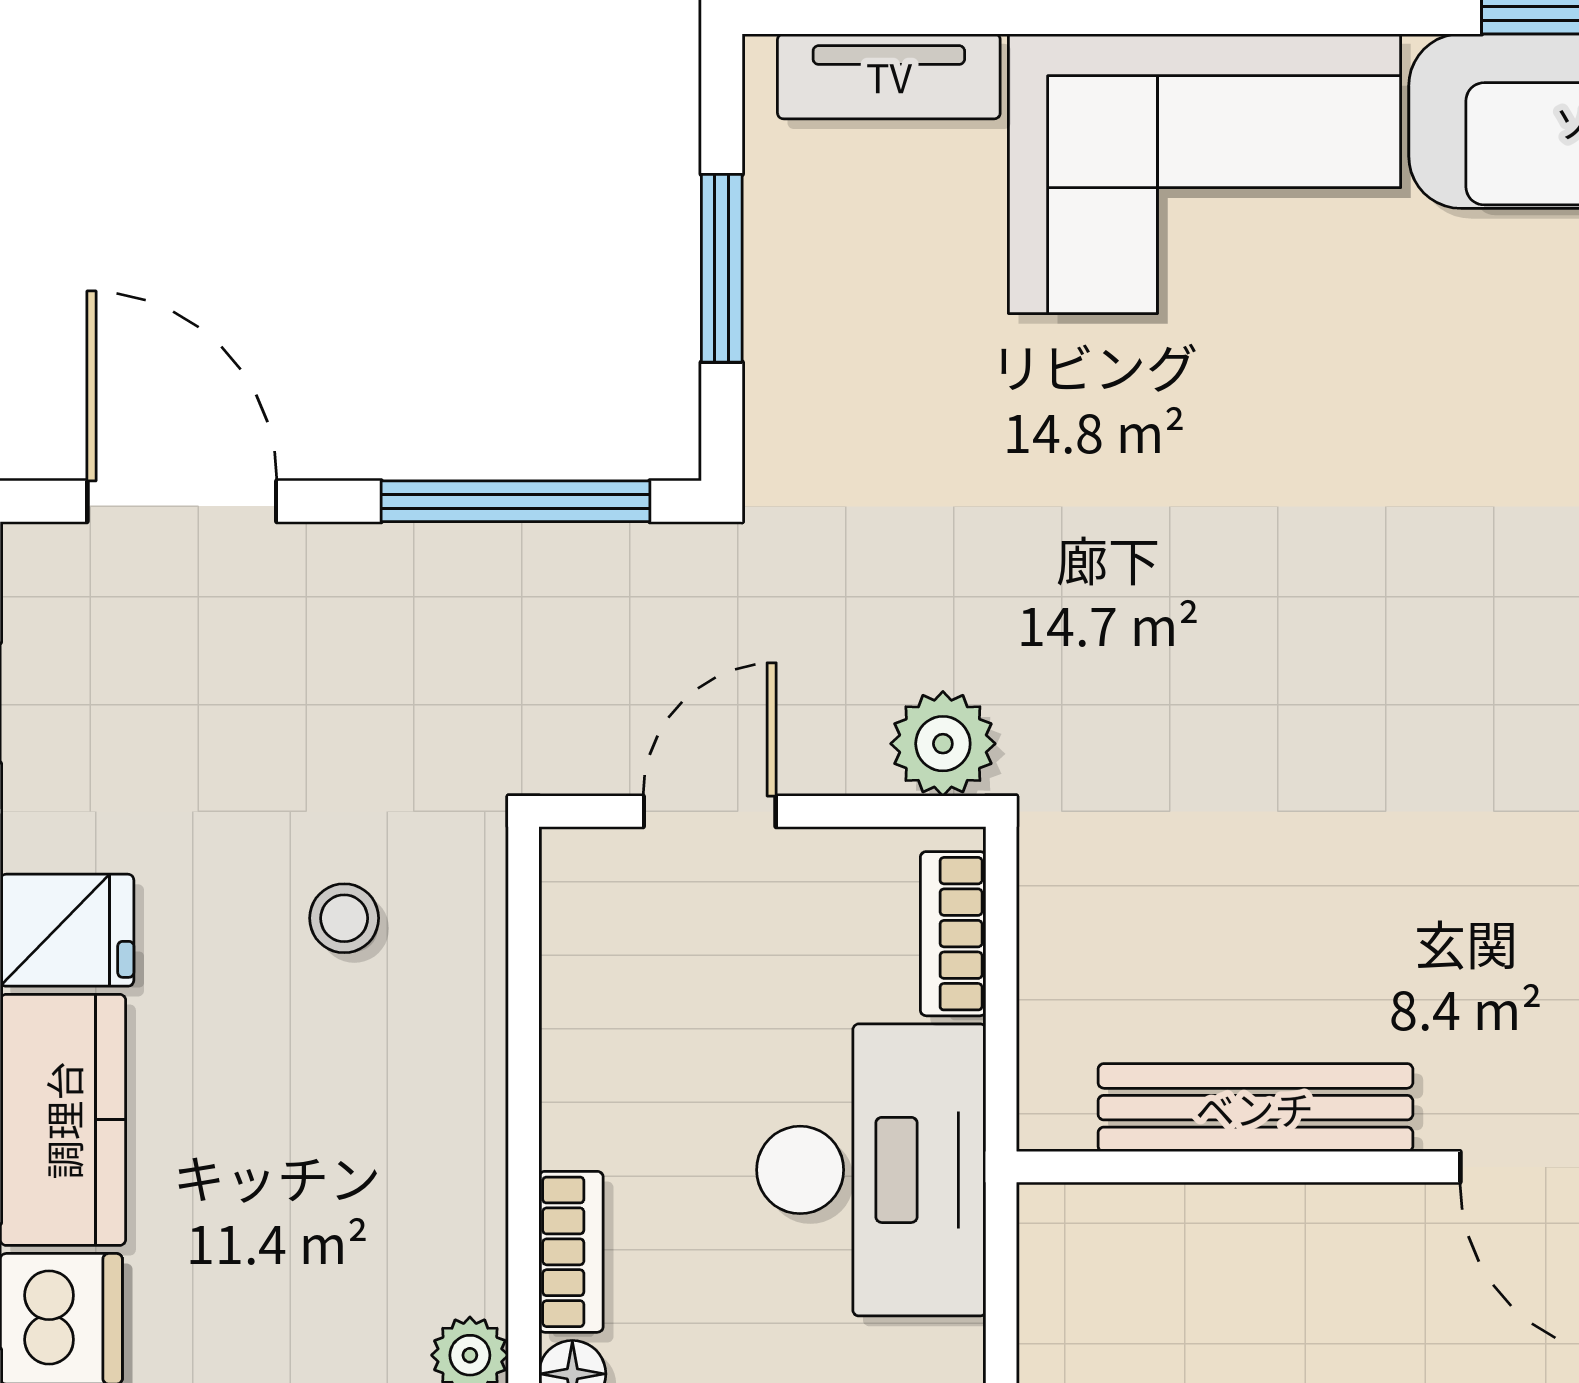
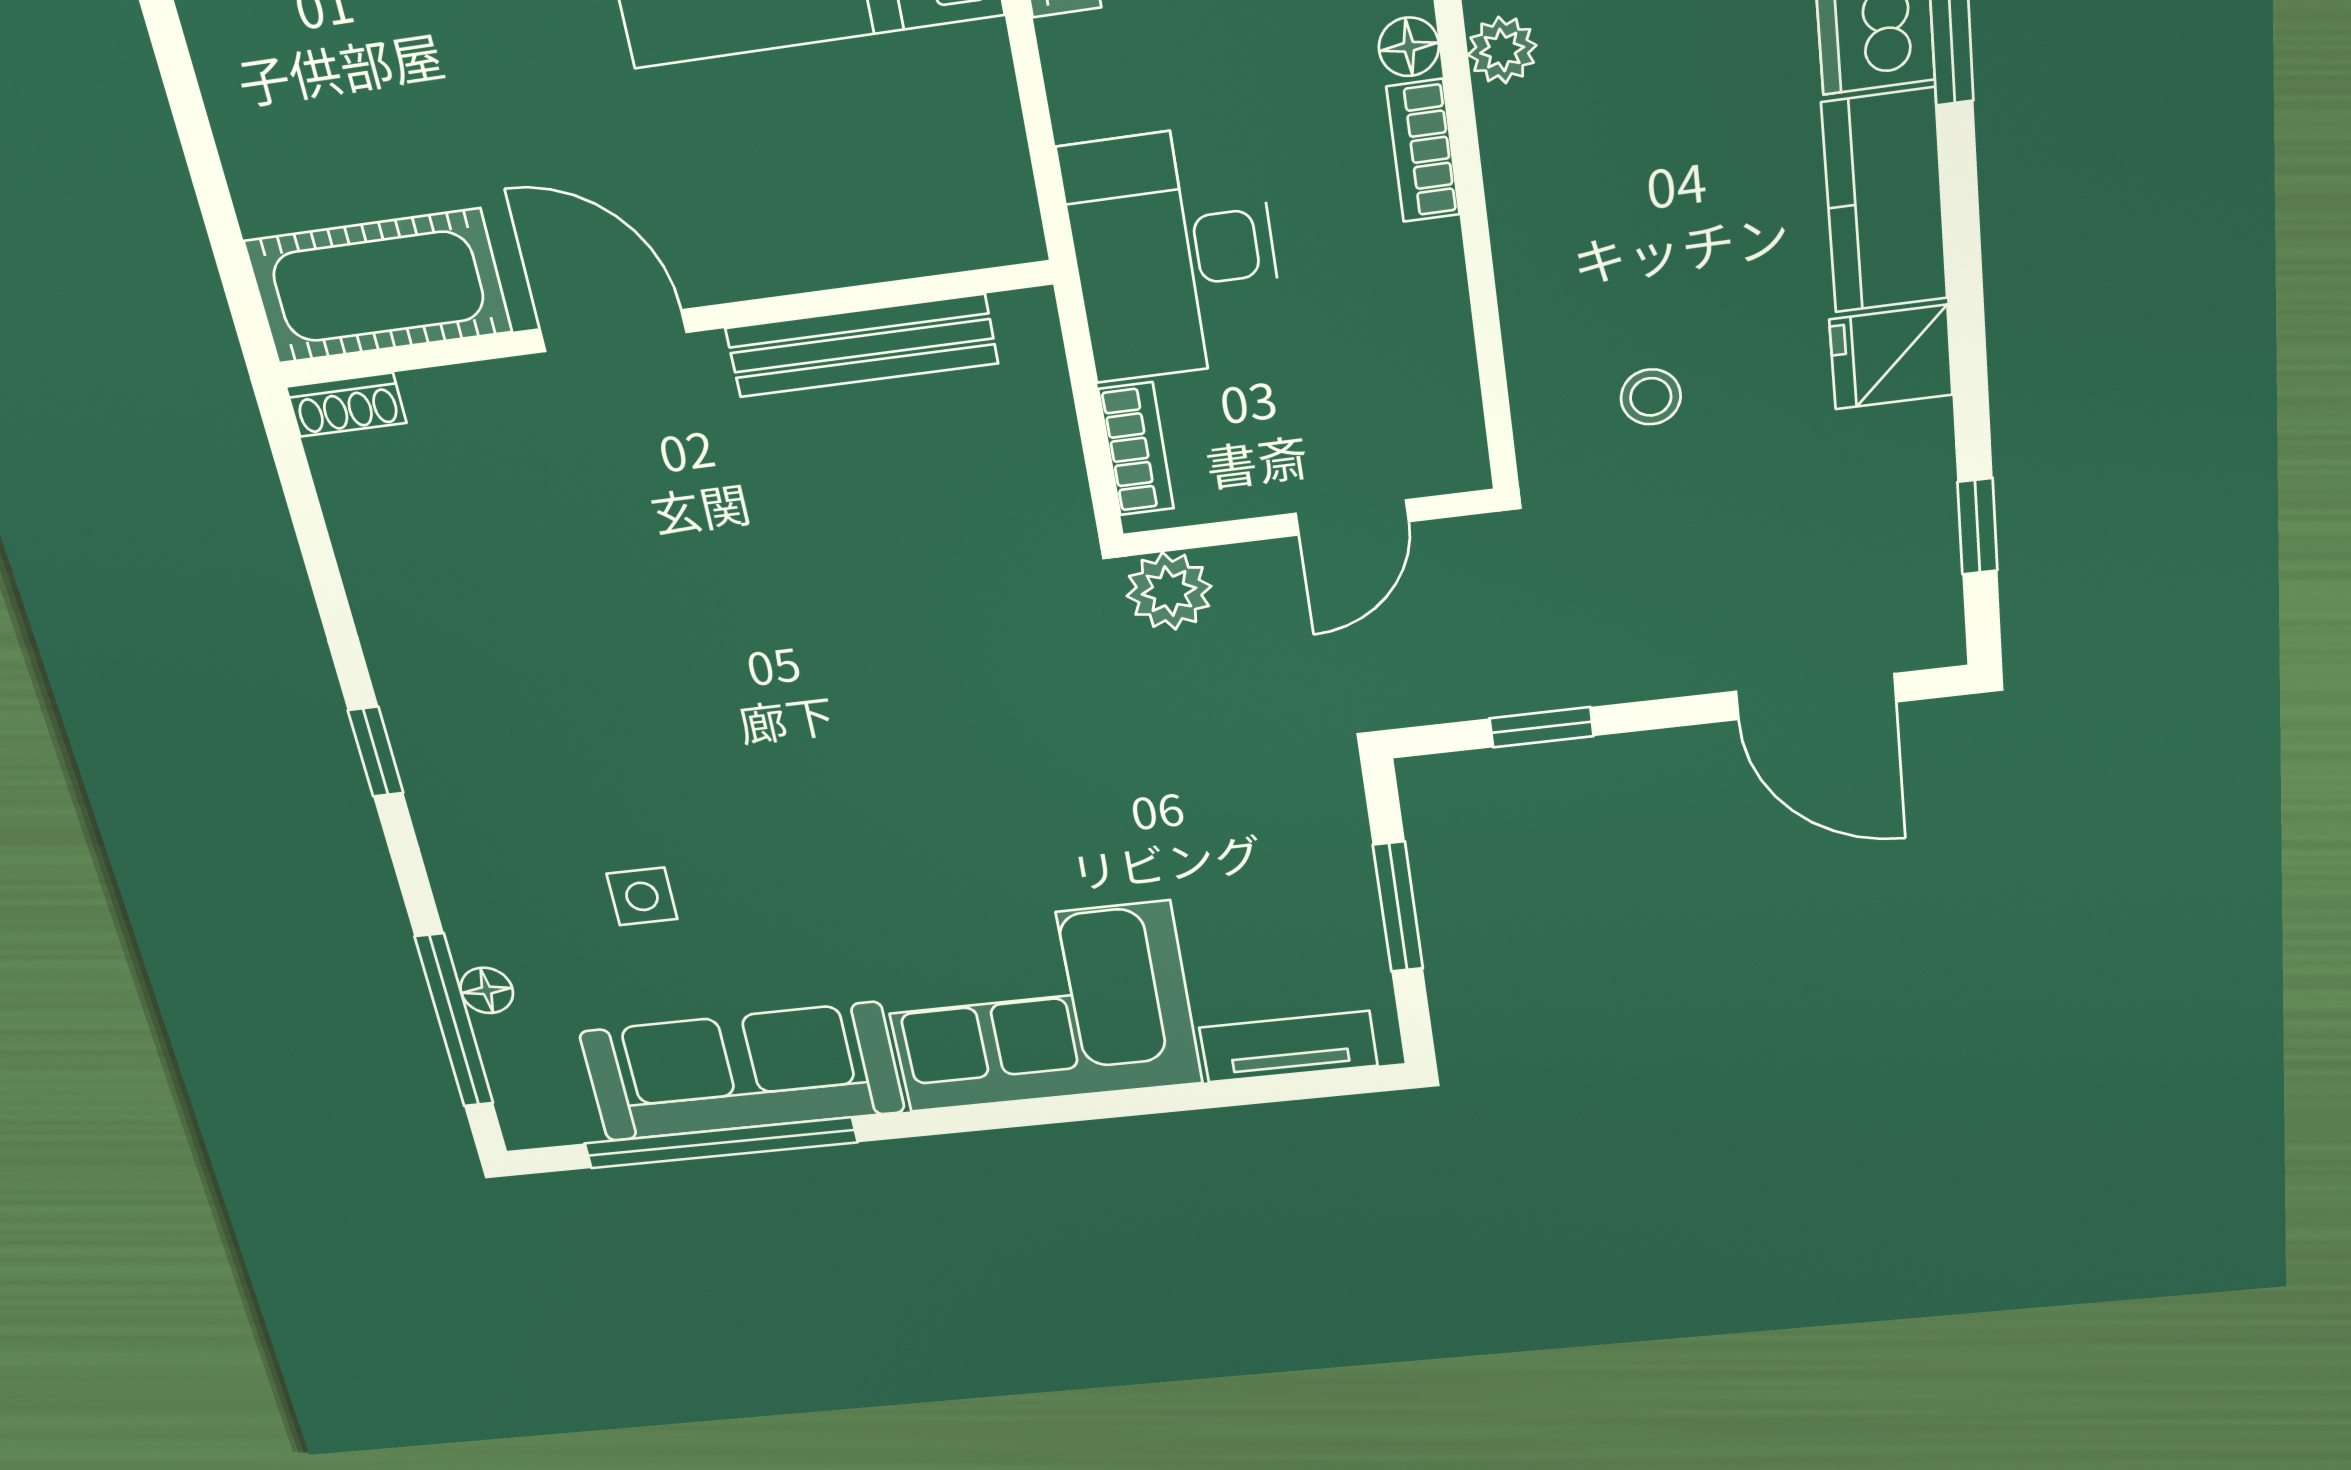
window: (515, 501) -> (1542, 727), width x0.46

